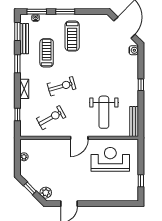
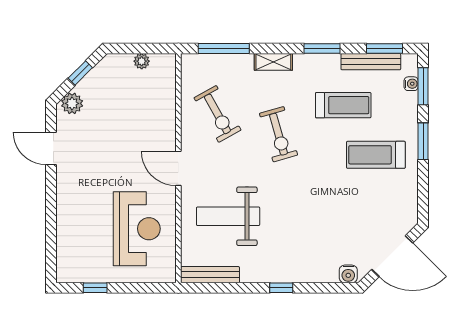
window: (17, 114) -> (224, 48), width x2.17

